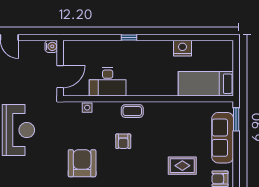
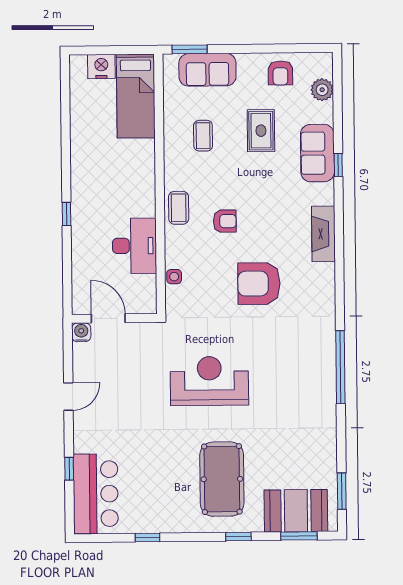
nightstand: (182, 48) -> (101, 67), moved, turned 90
door: (60, 77) -> (108, 318), moved
coffee table: (179, 128) -> (203, 136), added
sofa: (223, 138) -> (207, 70), width x0.73

